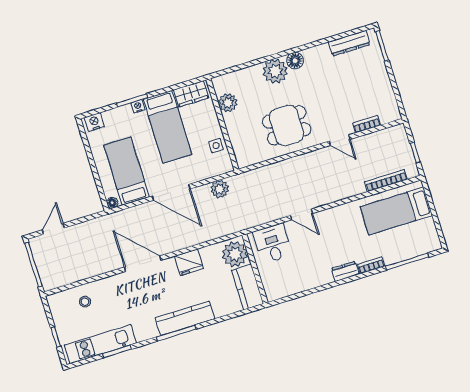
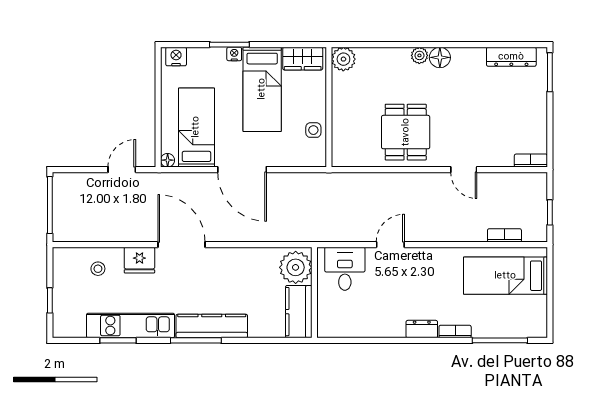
plant: (275, 71) -> (419, 55), width x0.53, depth x0.53
plant: (228, 103) -> (343, 59), moved
bookcase: (367, 124) -> (531, 161), moved
dining table: (287, 125) -> (406, 132), turned 90
bookcase: (386, 181) -> (504, 235), width x0.64
plant: (220, 189) -> (302, 184), removed
door: (301, 214) -> (390, 245), swing flipped
door: (53, 229) -> (122, 170), moved
fridge: (189, 262) -> (139, 260), moved
kitchen unit: (100, 344) -> (131, 326), moved

